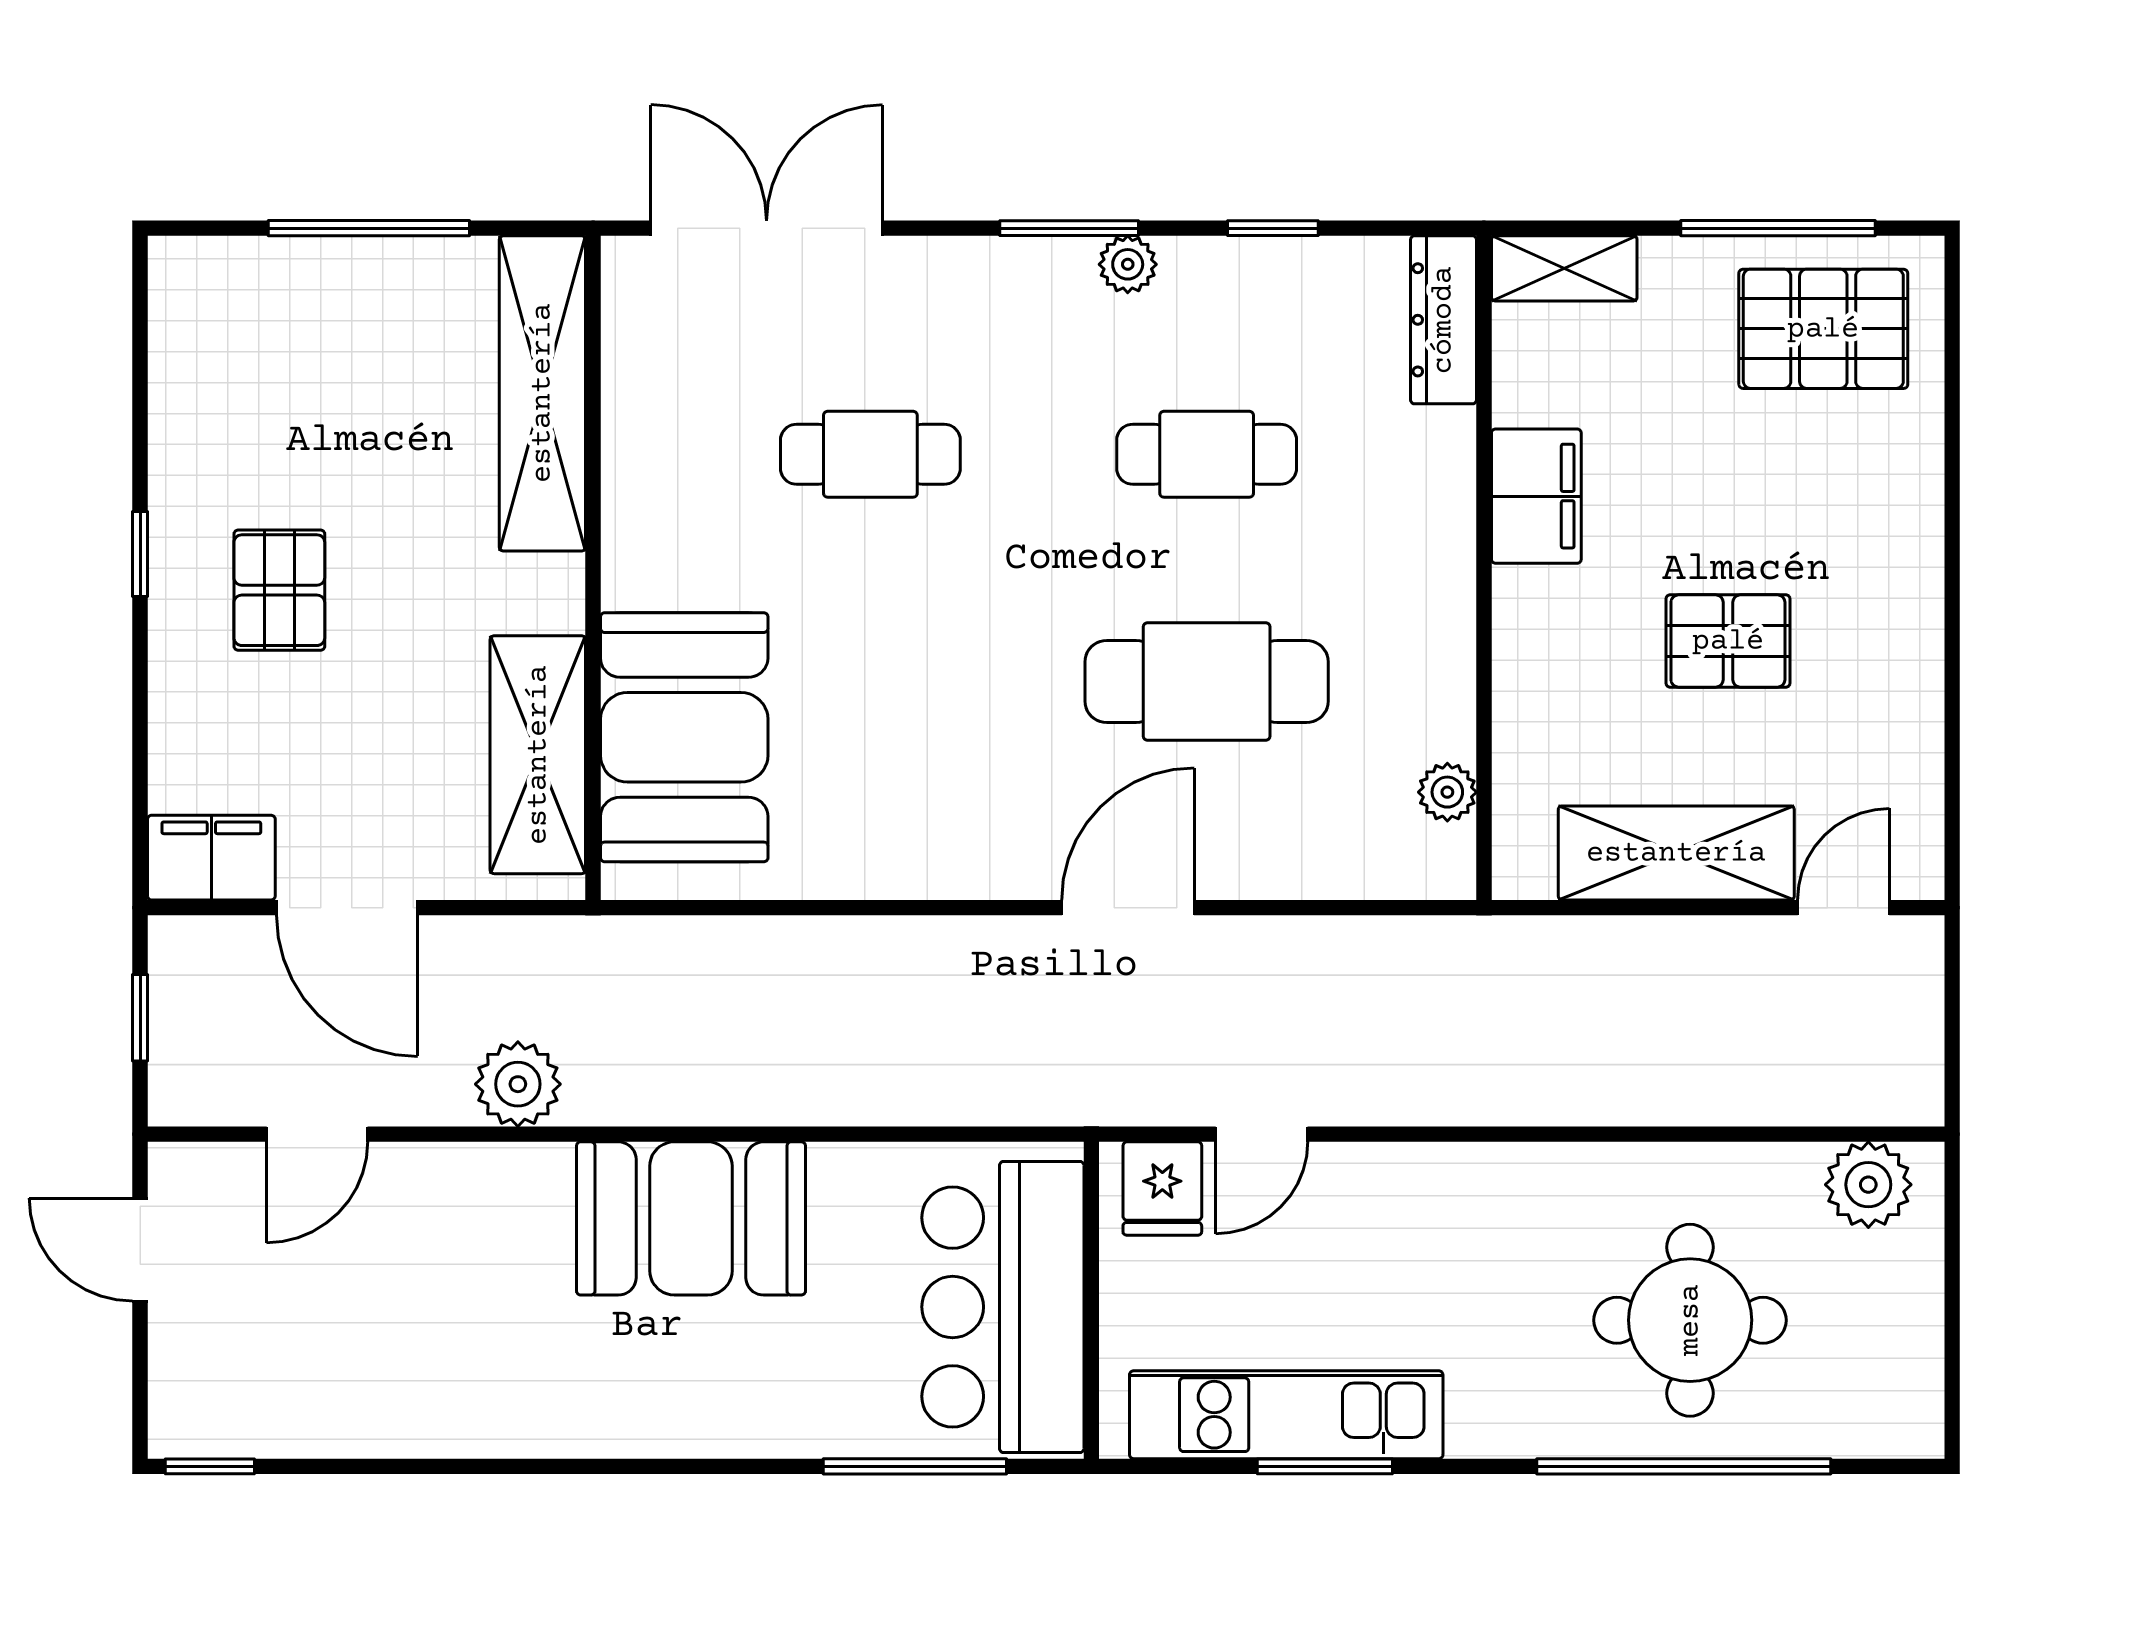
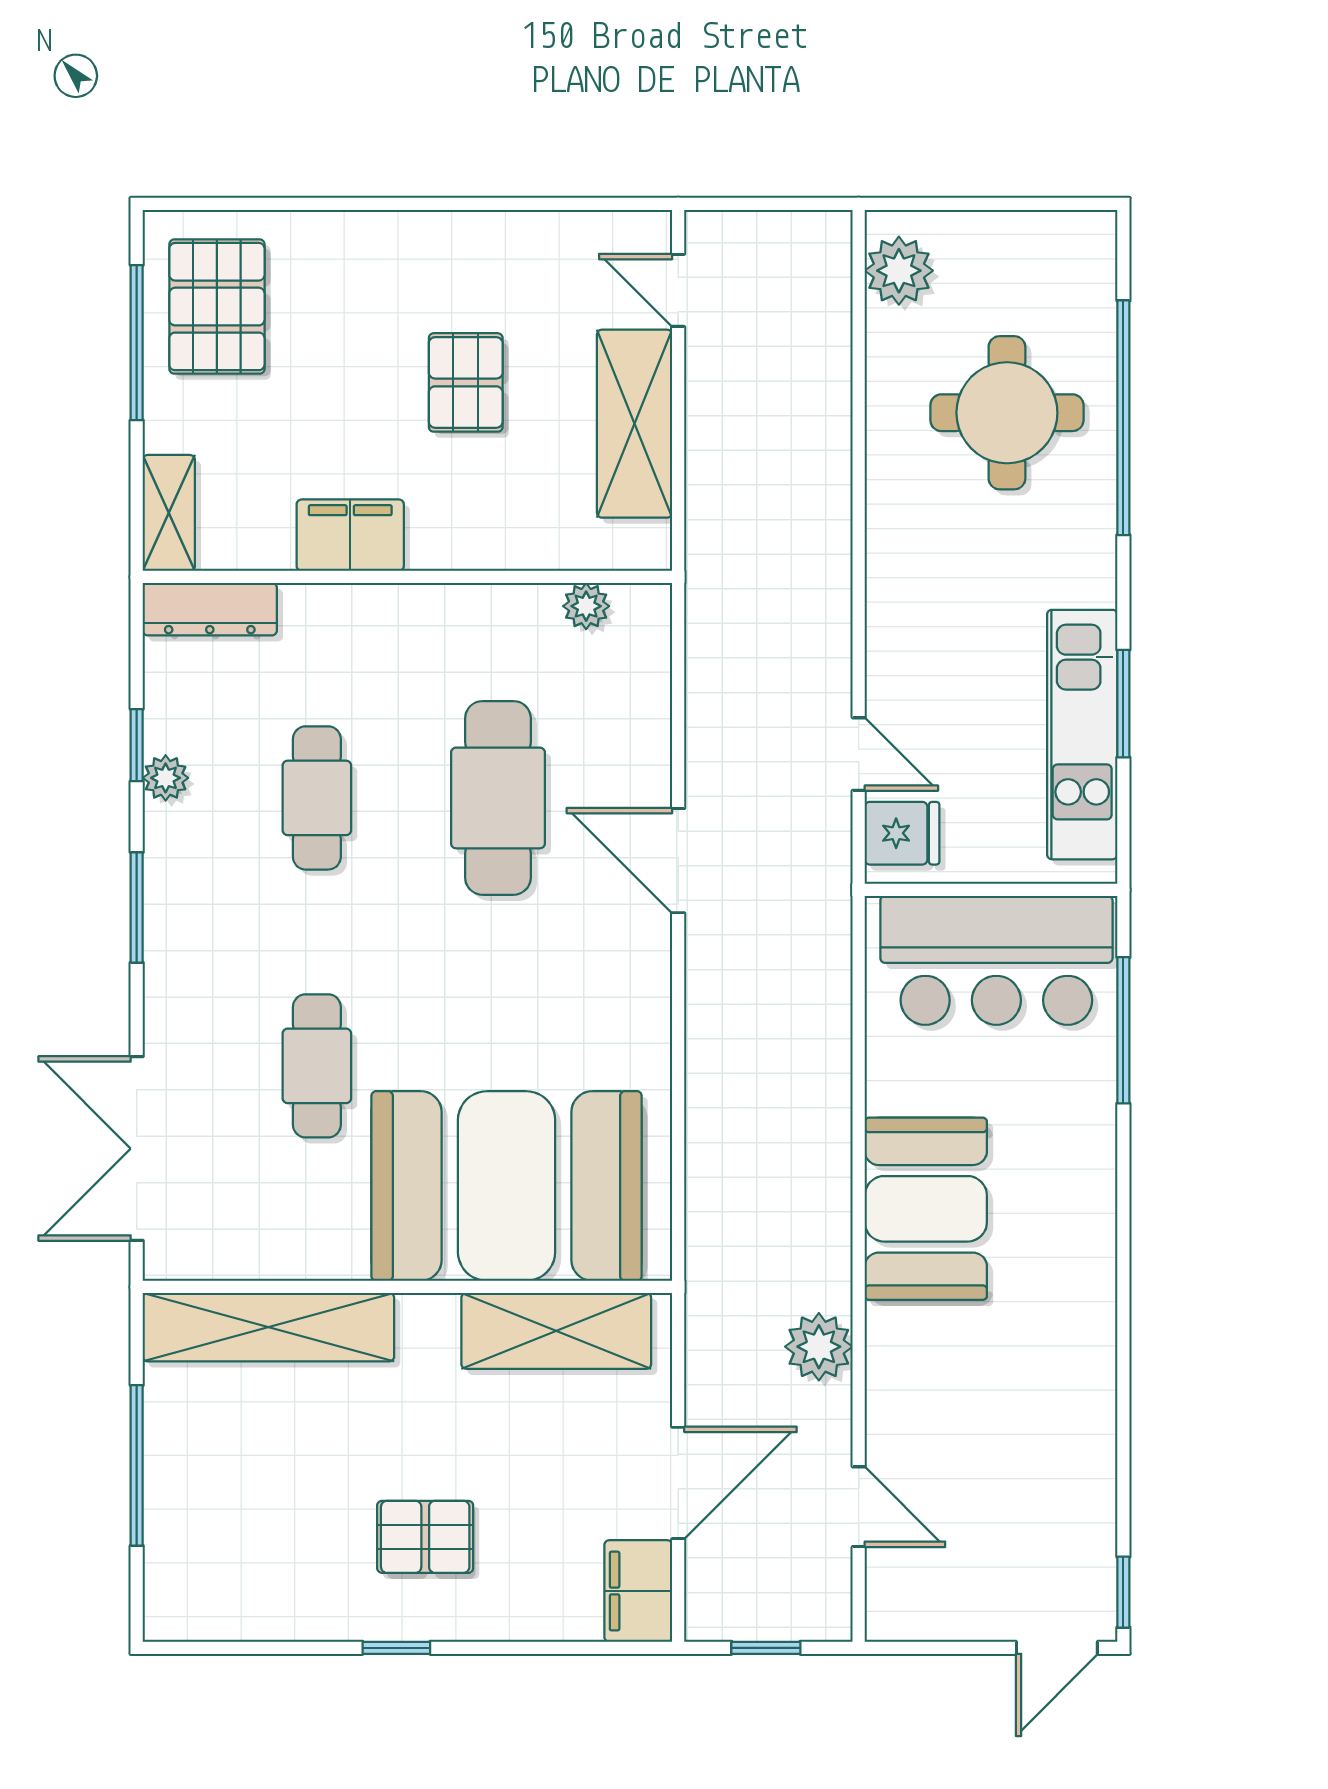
plant: (1128, 264) -> (166, 778), moved
booth: (684, 737) -> (507, 1186), width x1.36, depth x1.42
door: (140, 1250) -> (1057, 1648), moved

